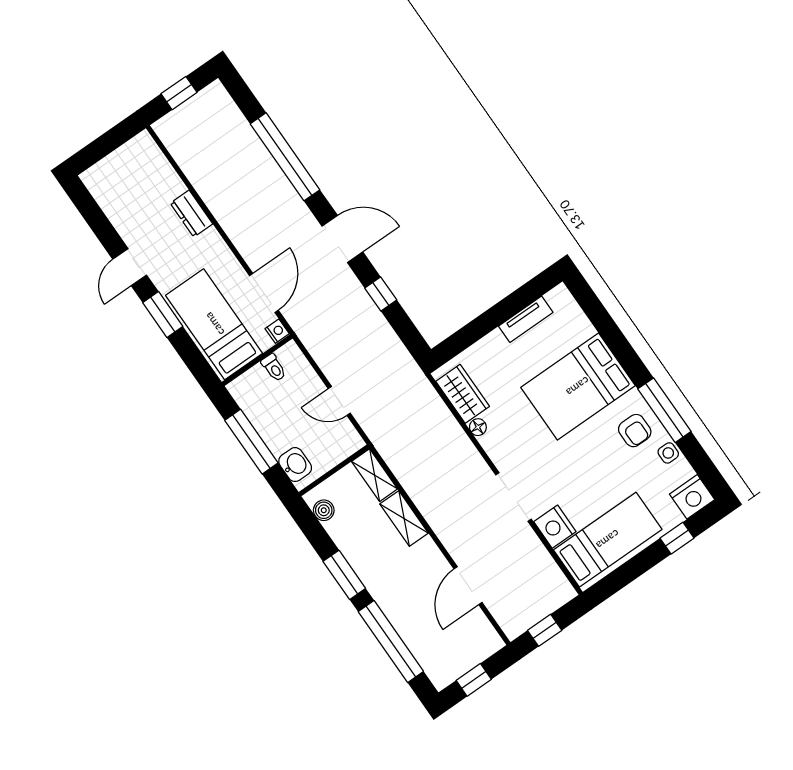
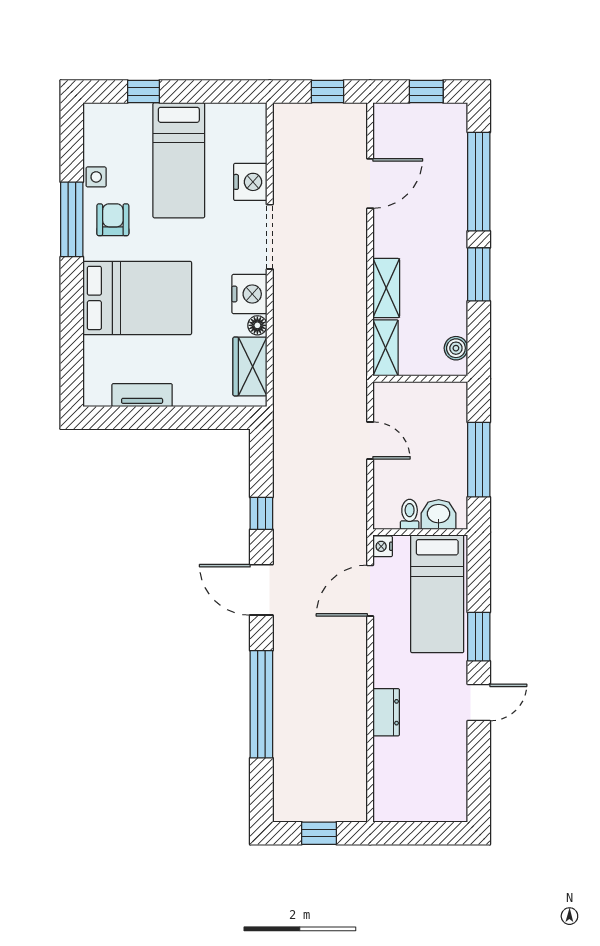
washbasin: (295, 465) -> (439, 515), moved, turned 90
nightstand: (692, 497) -> (249, 294), moved, turned 90
bed: (608, 540) -> (179, 160), moved, turned -90

